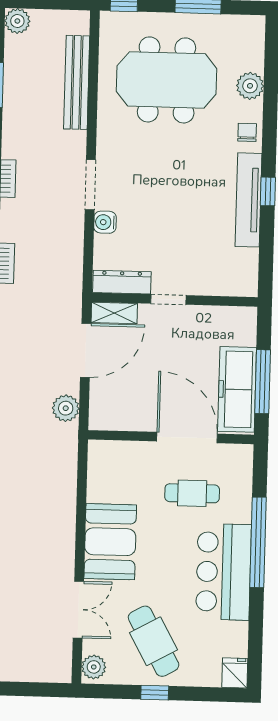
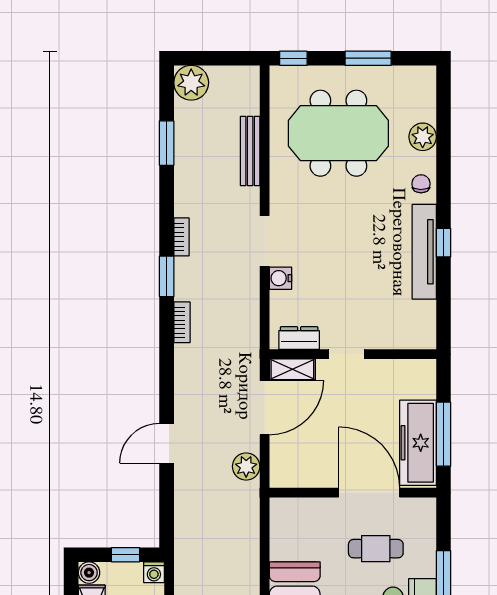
plant: (17, 21) -> (191, 83), width x1.36, depth x1.36
bench: (77, 82) -> (250, 151), width x0.73, depth x0.82
dresser: (122, 282) -> (299, 338), width x0.70

